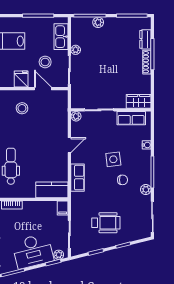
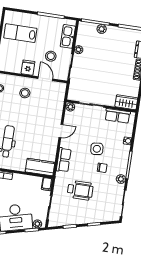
wheelchair: (106, 223) -> (80, 190), moved

